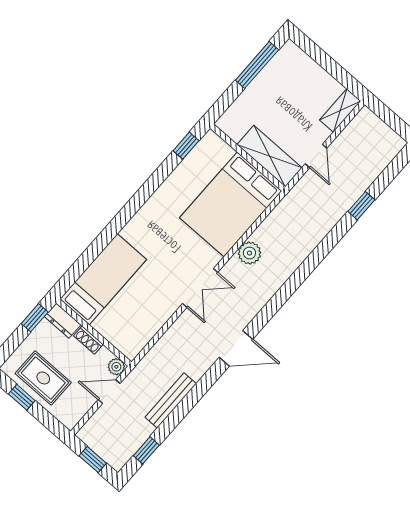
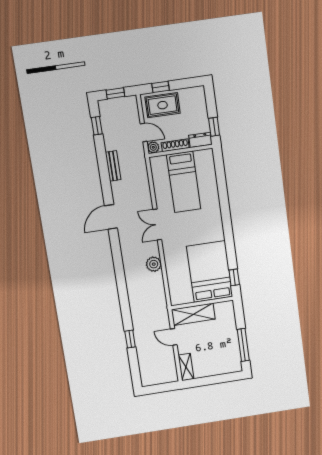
bed: (231, 204) -> (210, 272), moved
bed: (103, 279) -> (184, 182), moved
shoe rack: (88, 340) -> (175, 145), width x1.43
rug: (43, 378) -> (163, 105), moved
door: (109, 392) -> (144, 133), hinge flipped
window: (22, 397) -> (160, 87), moved
bench: (171, 400) -> (113, 166), width x0.73

